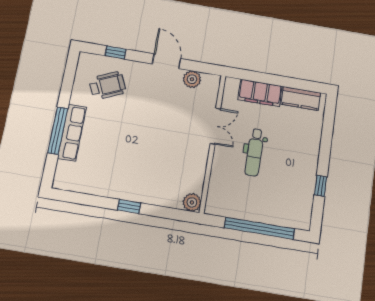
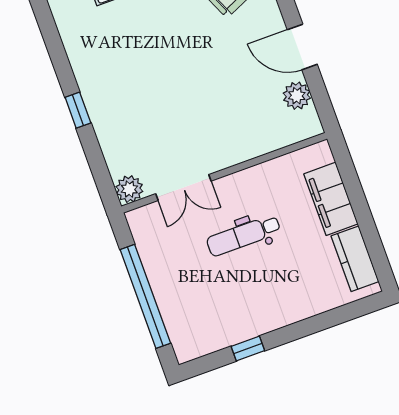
door: (167, 61) -> (302, 47), swing flipped
double door: (215, 126) -> (183, 187), moved

